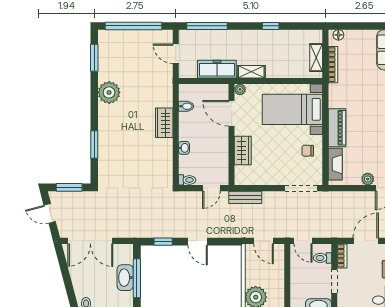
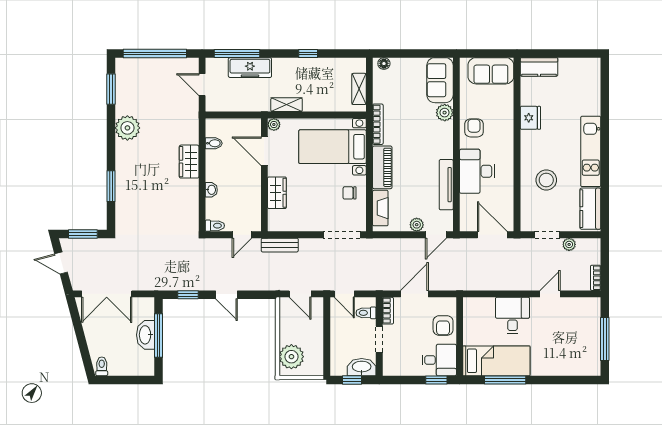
bookcase: (333, 65) -> (378, 124), moved
freezer: (217, 69) -> (250, 68), moved, turned 180

